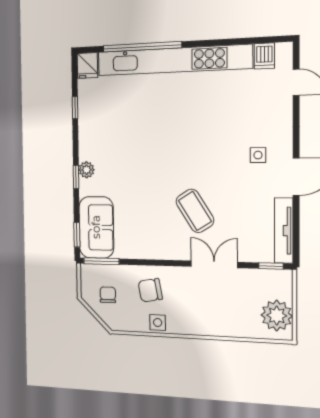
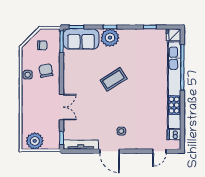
plant: (86, 170) -> (110, 38), width x1.87, depth x1.87
coffee table: (195, 211) -> (113, 79), moved

